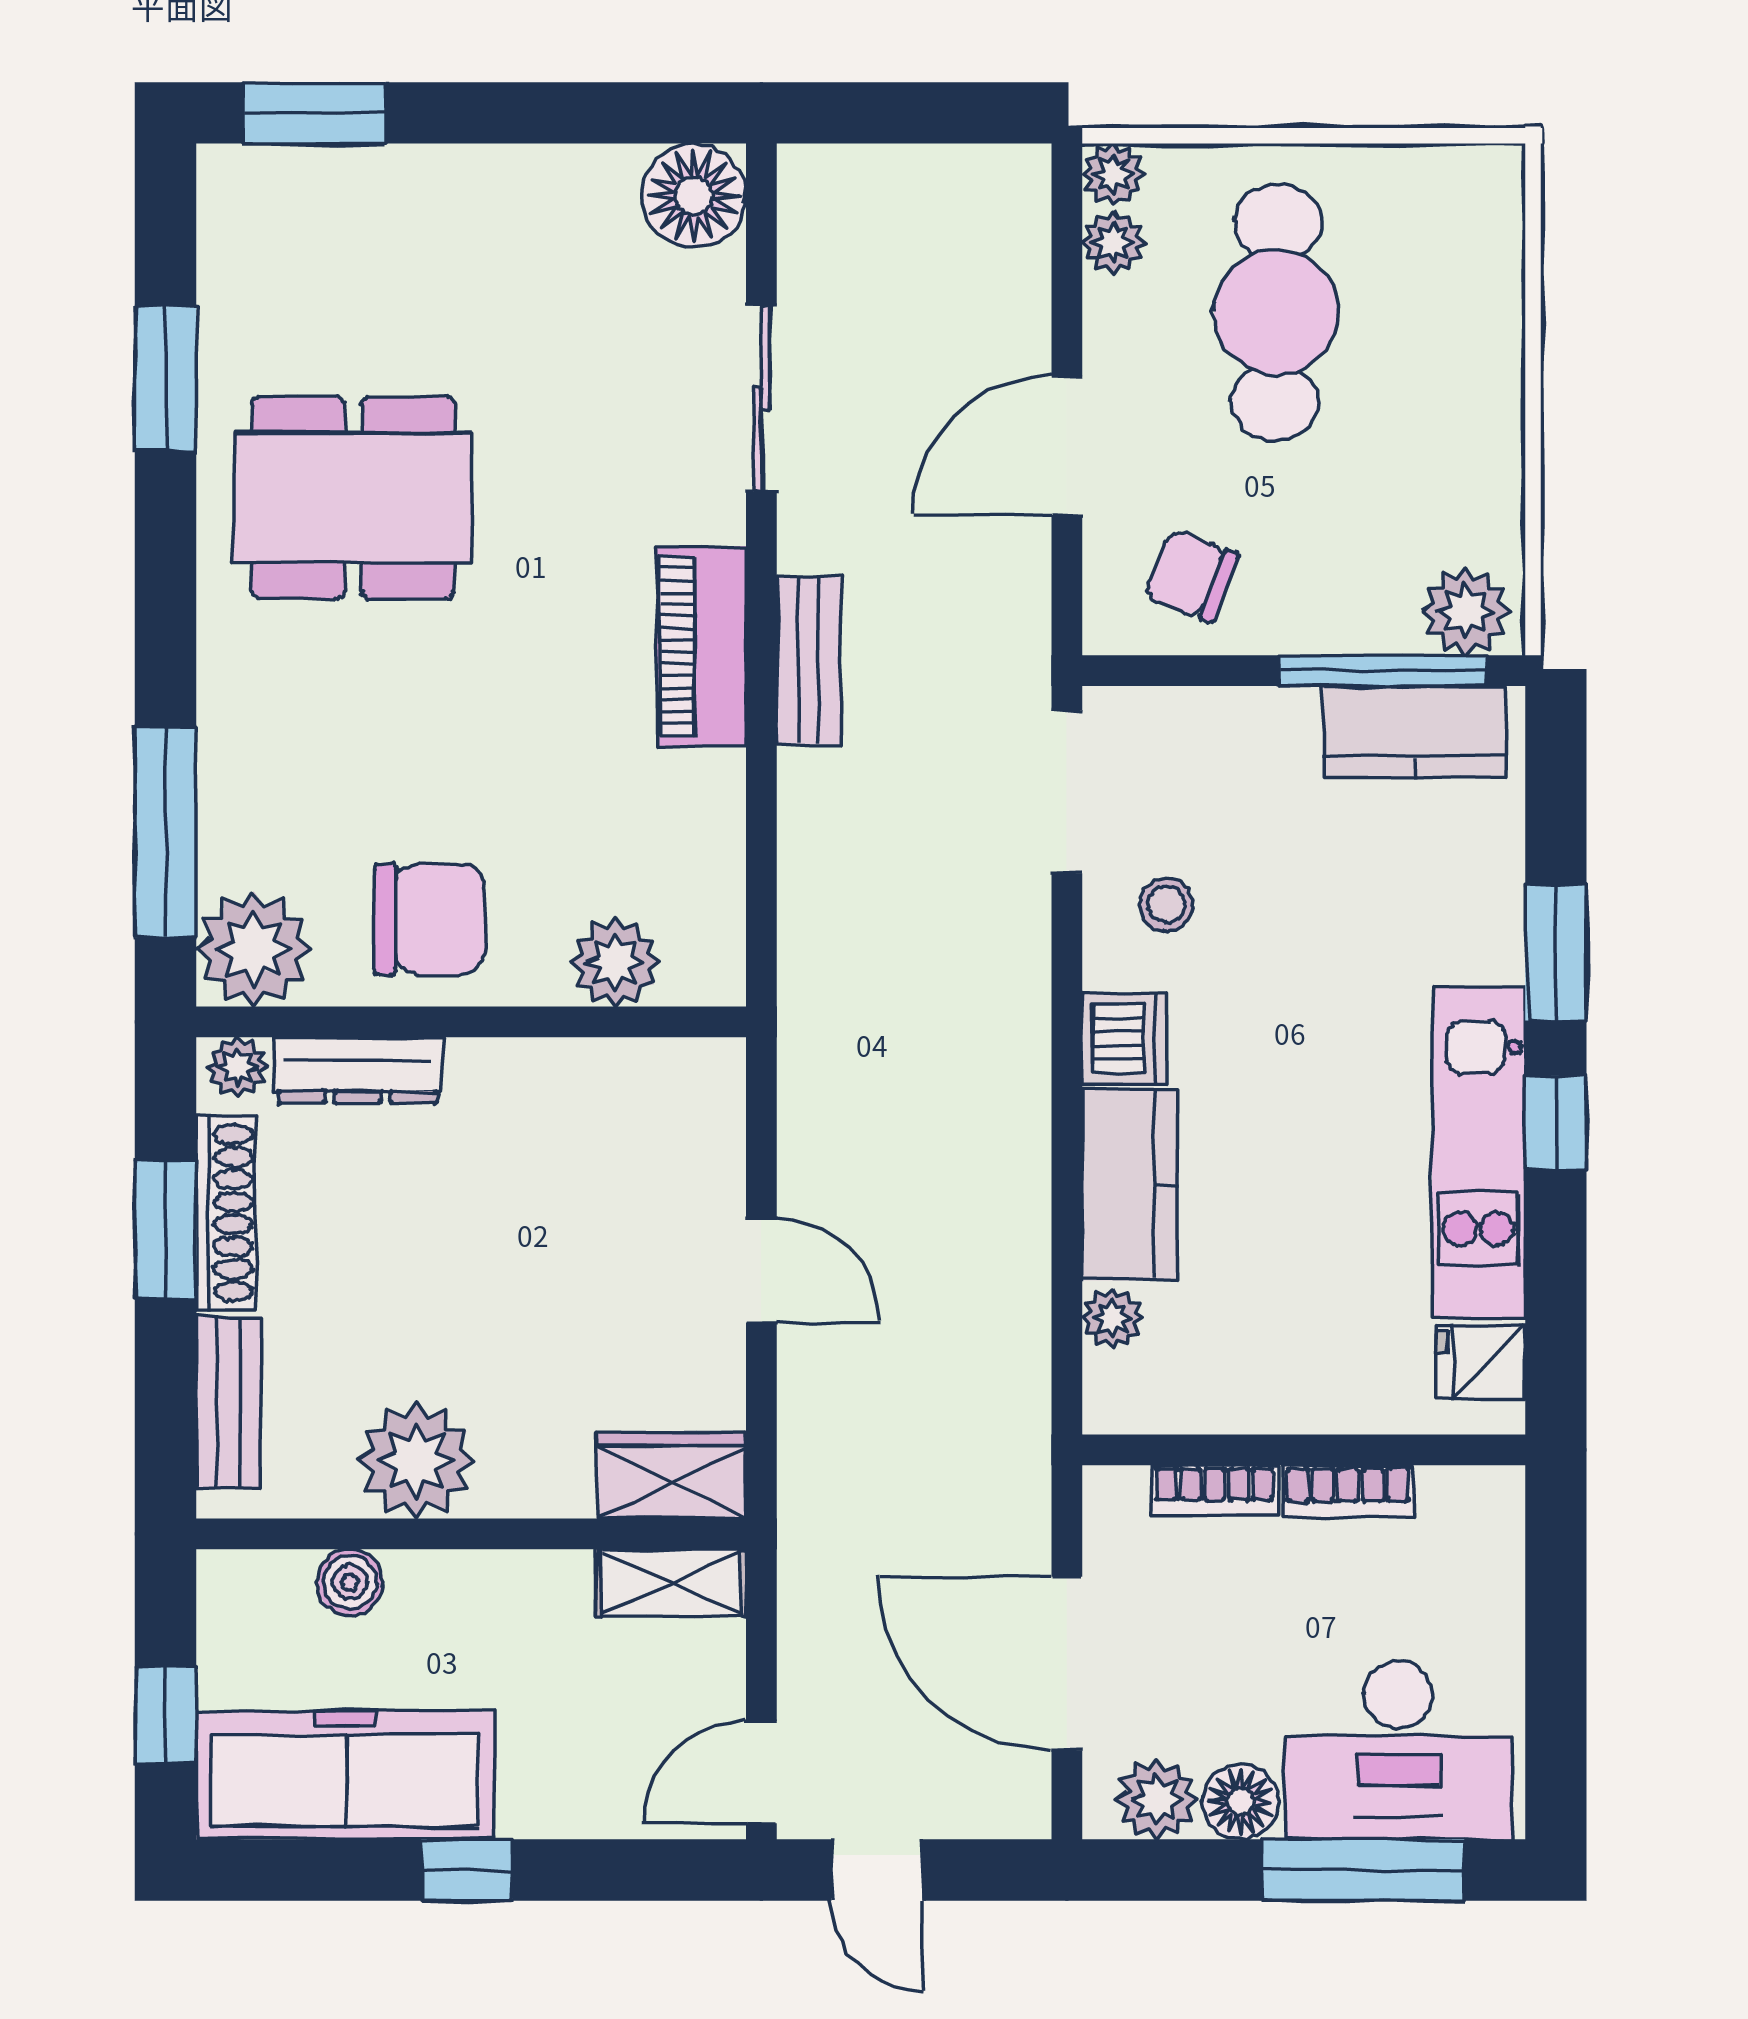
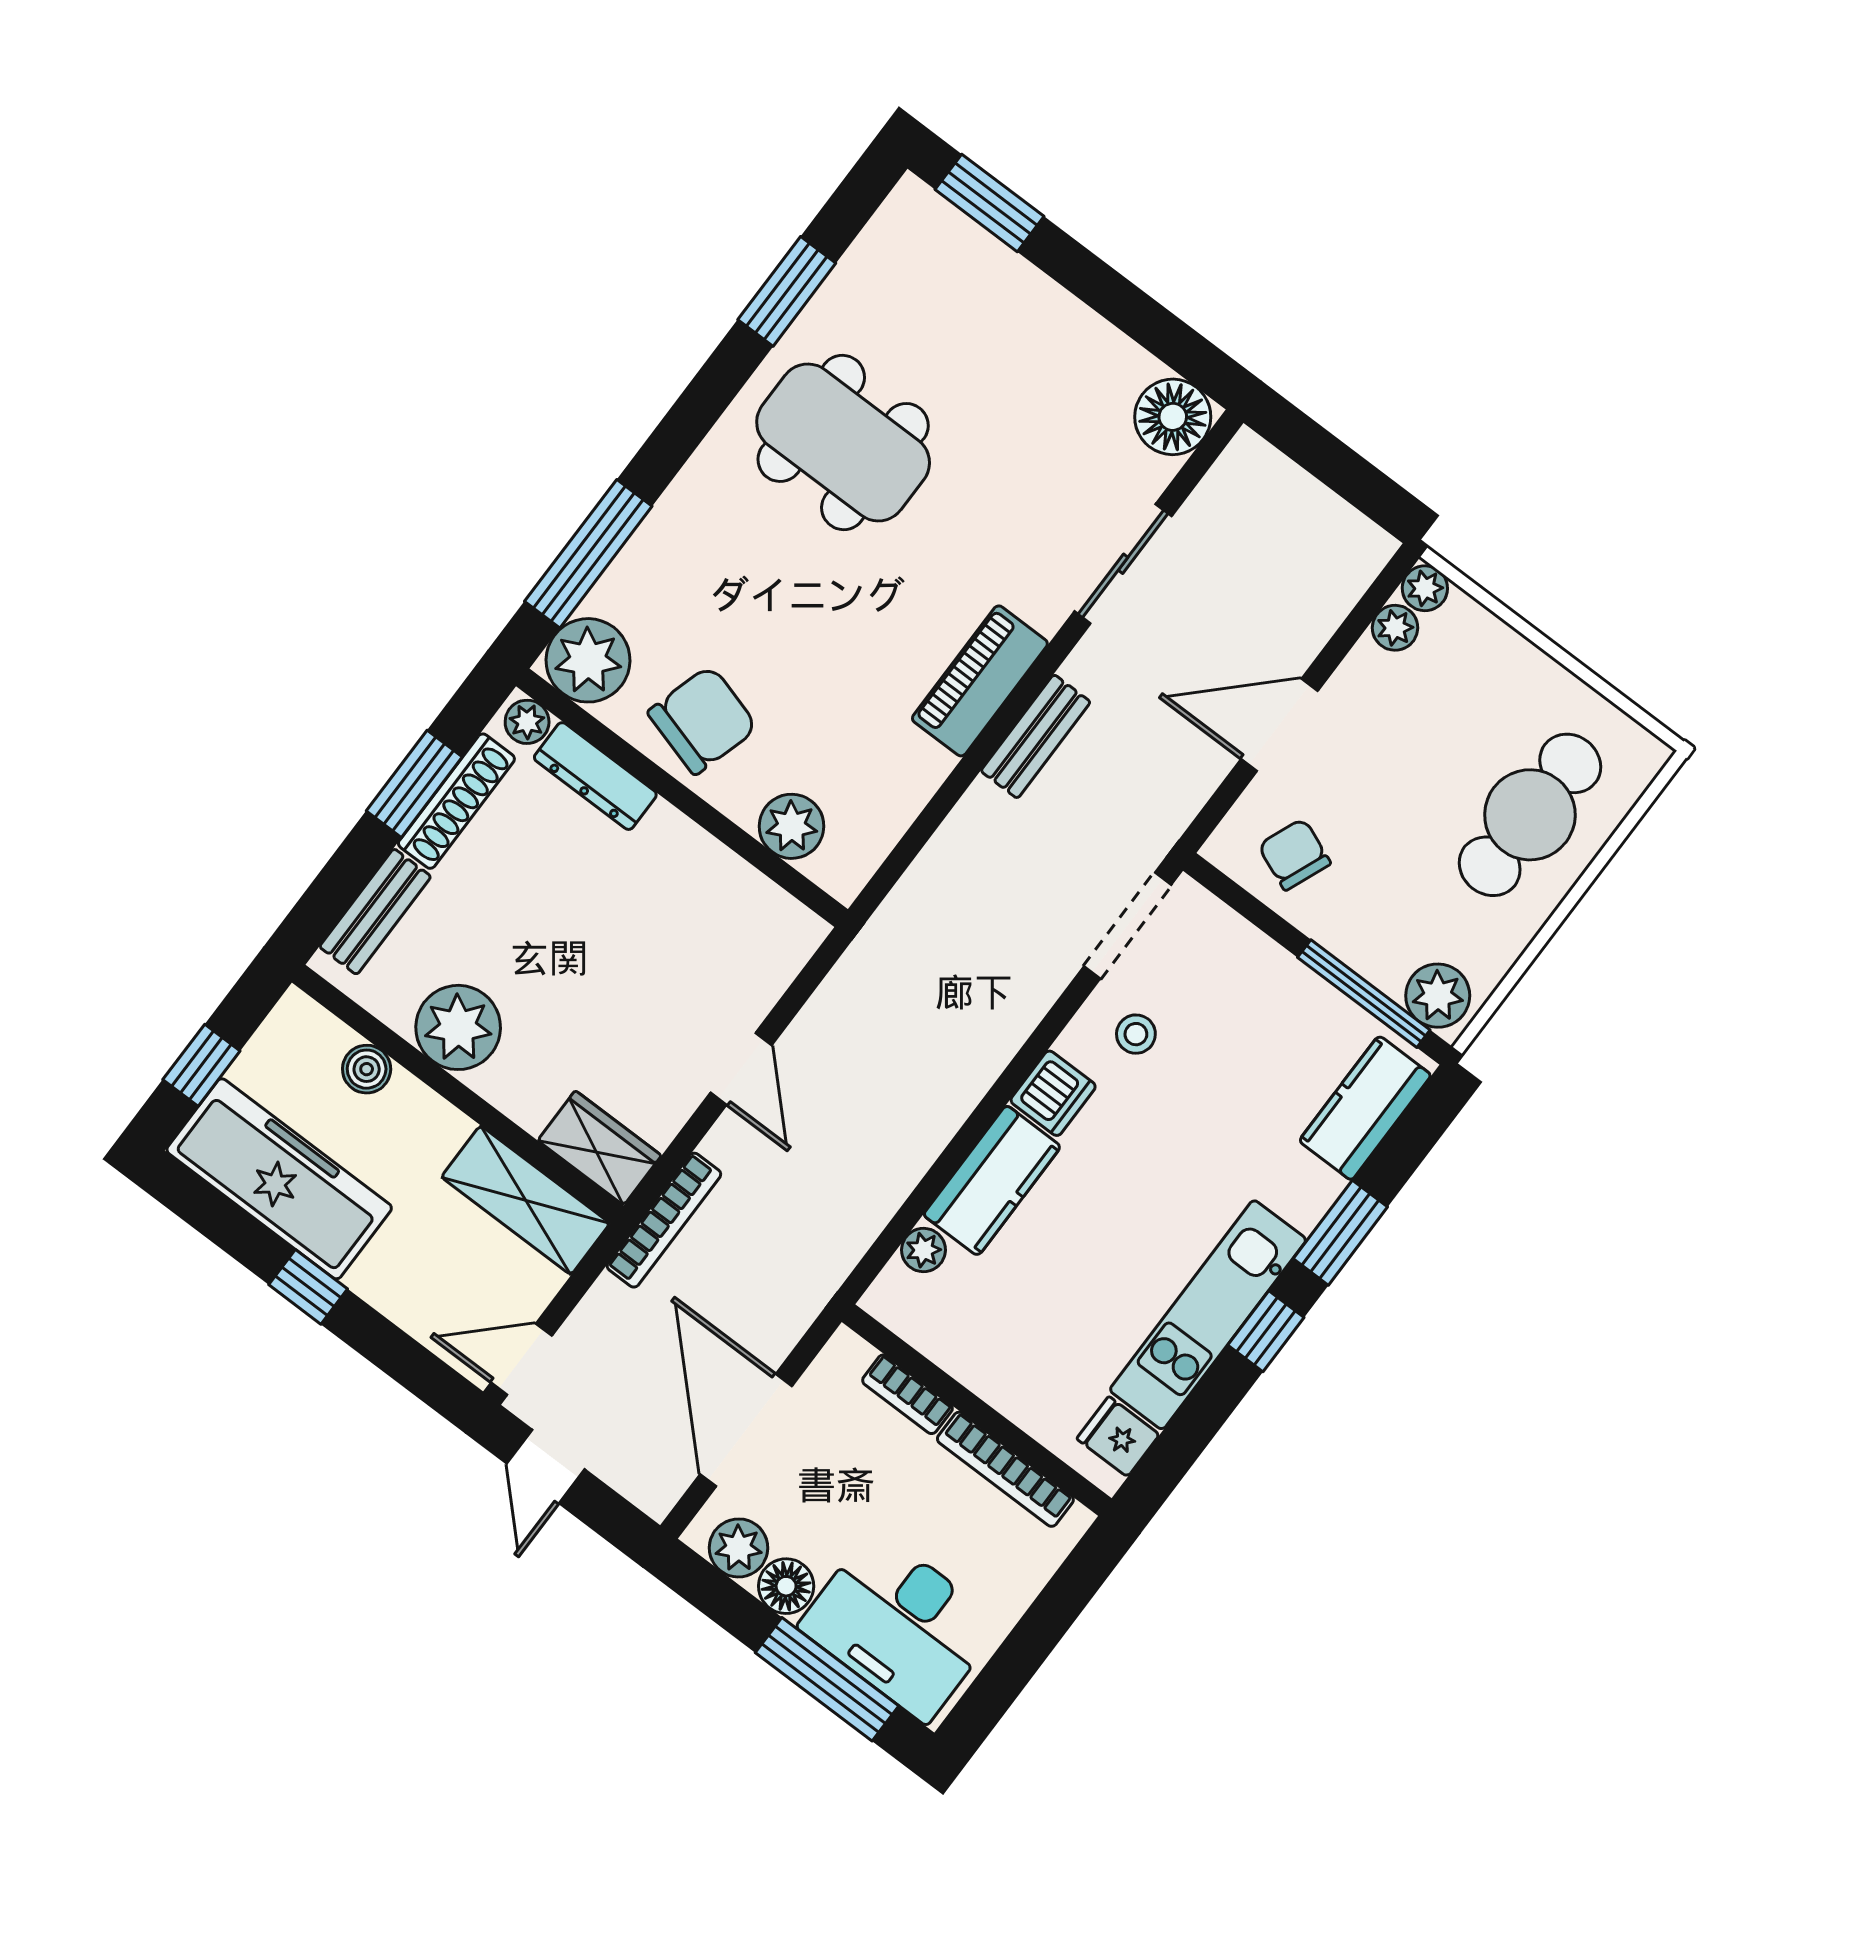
cafe table: (1276, 312) -> (1530, 815), moved
kitchen counter: (1415, 732) -> (1365, 1108), moved, turned 90
chair: (429, 919) -> (703, 720), turned -74
bookcase: (1348, 1491) -> (1005, 1469), width x1.56
bookcase: (802, 1501) -> (664, 1220), added
shelving: (671, 1583) -> (526, 1200), width x1.50, depth x1.33

